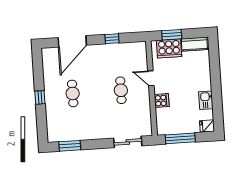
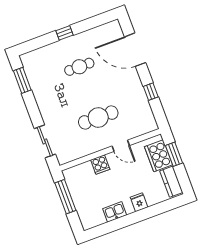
door: (151, 78) -> (121, 146), swing flipped
cafe table: (121, 90) -> (98, 118), width x1.37, depth x1.35
fridge: (207, 126) -> (139, 202), moved

